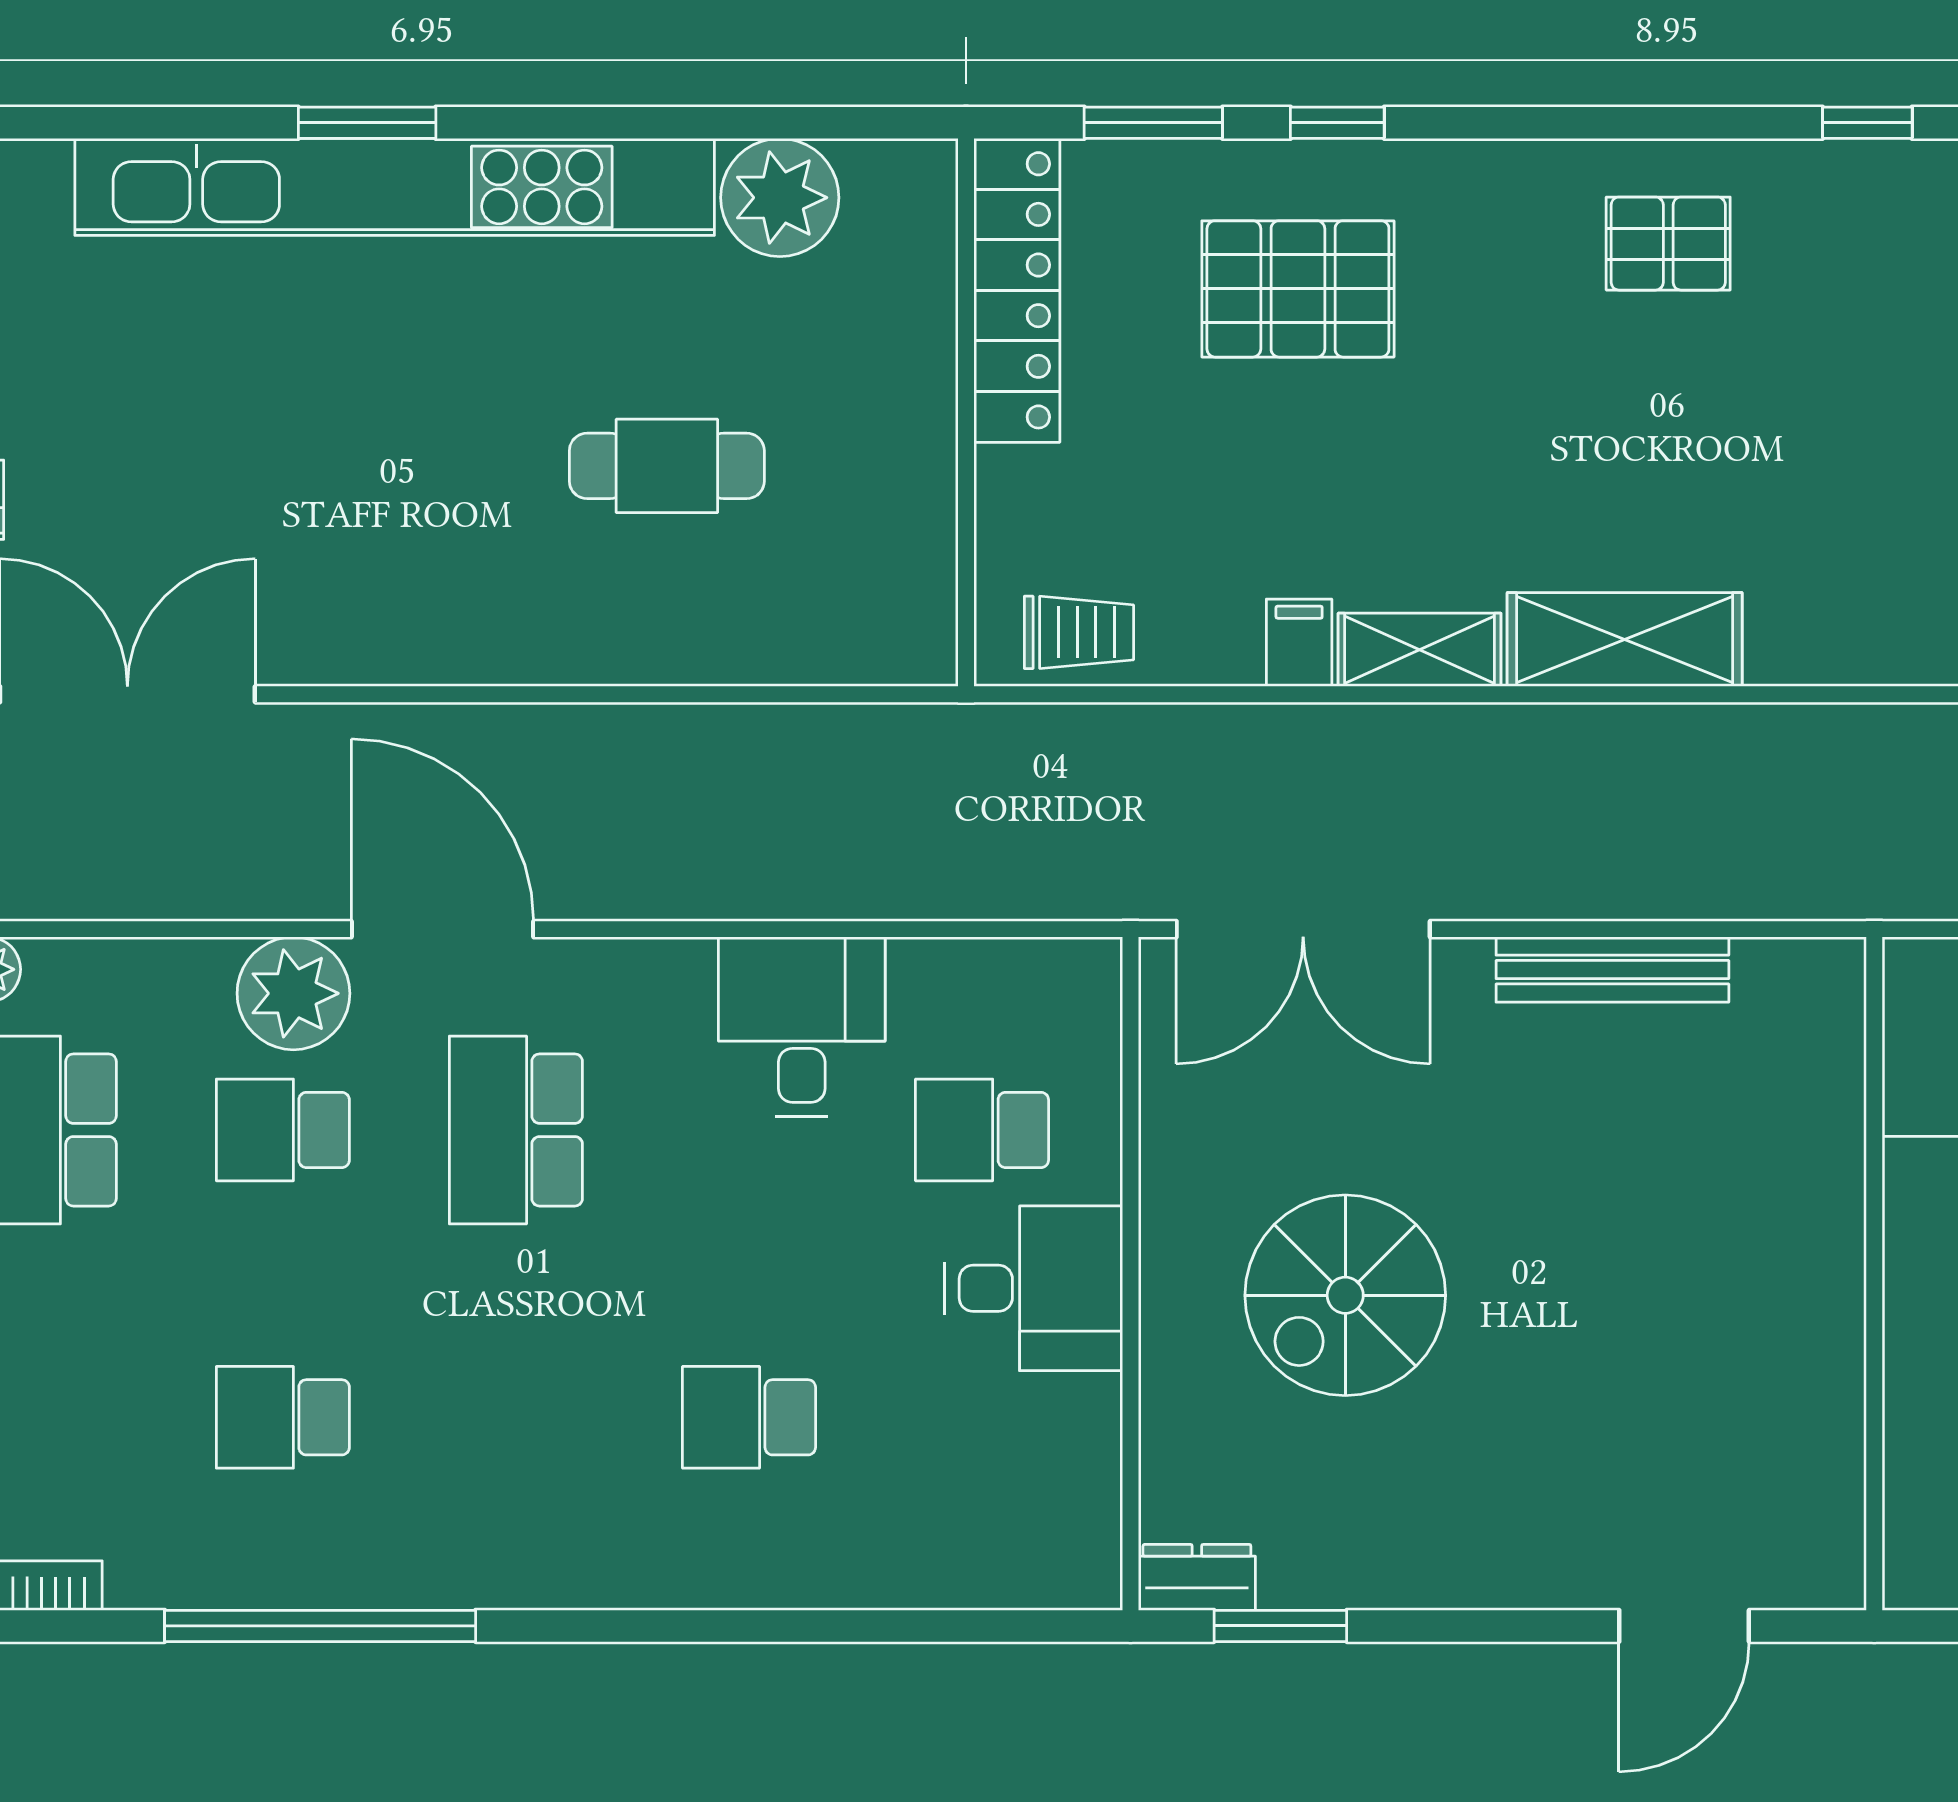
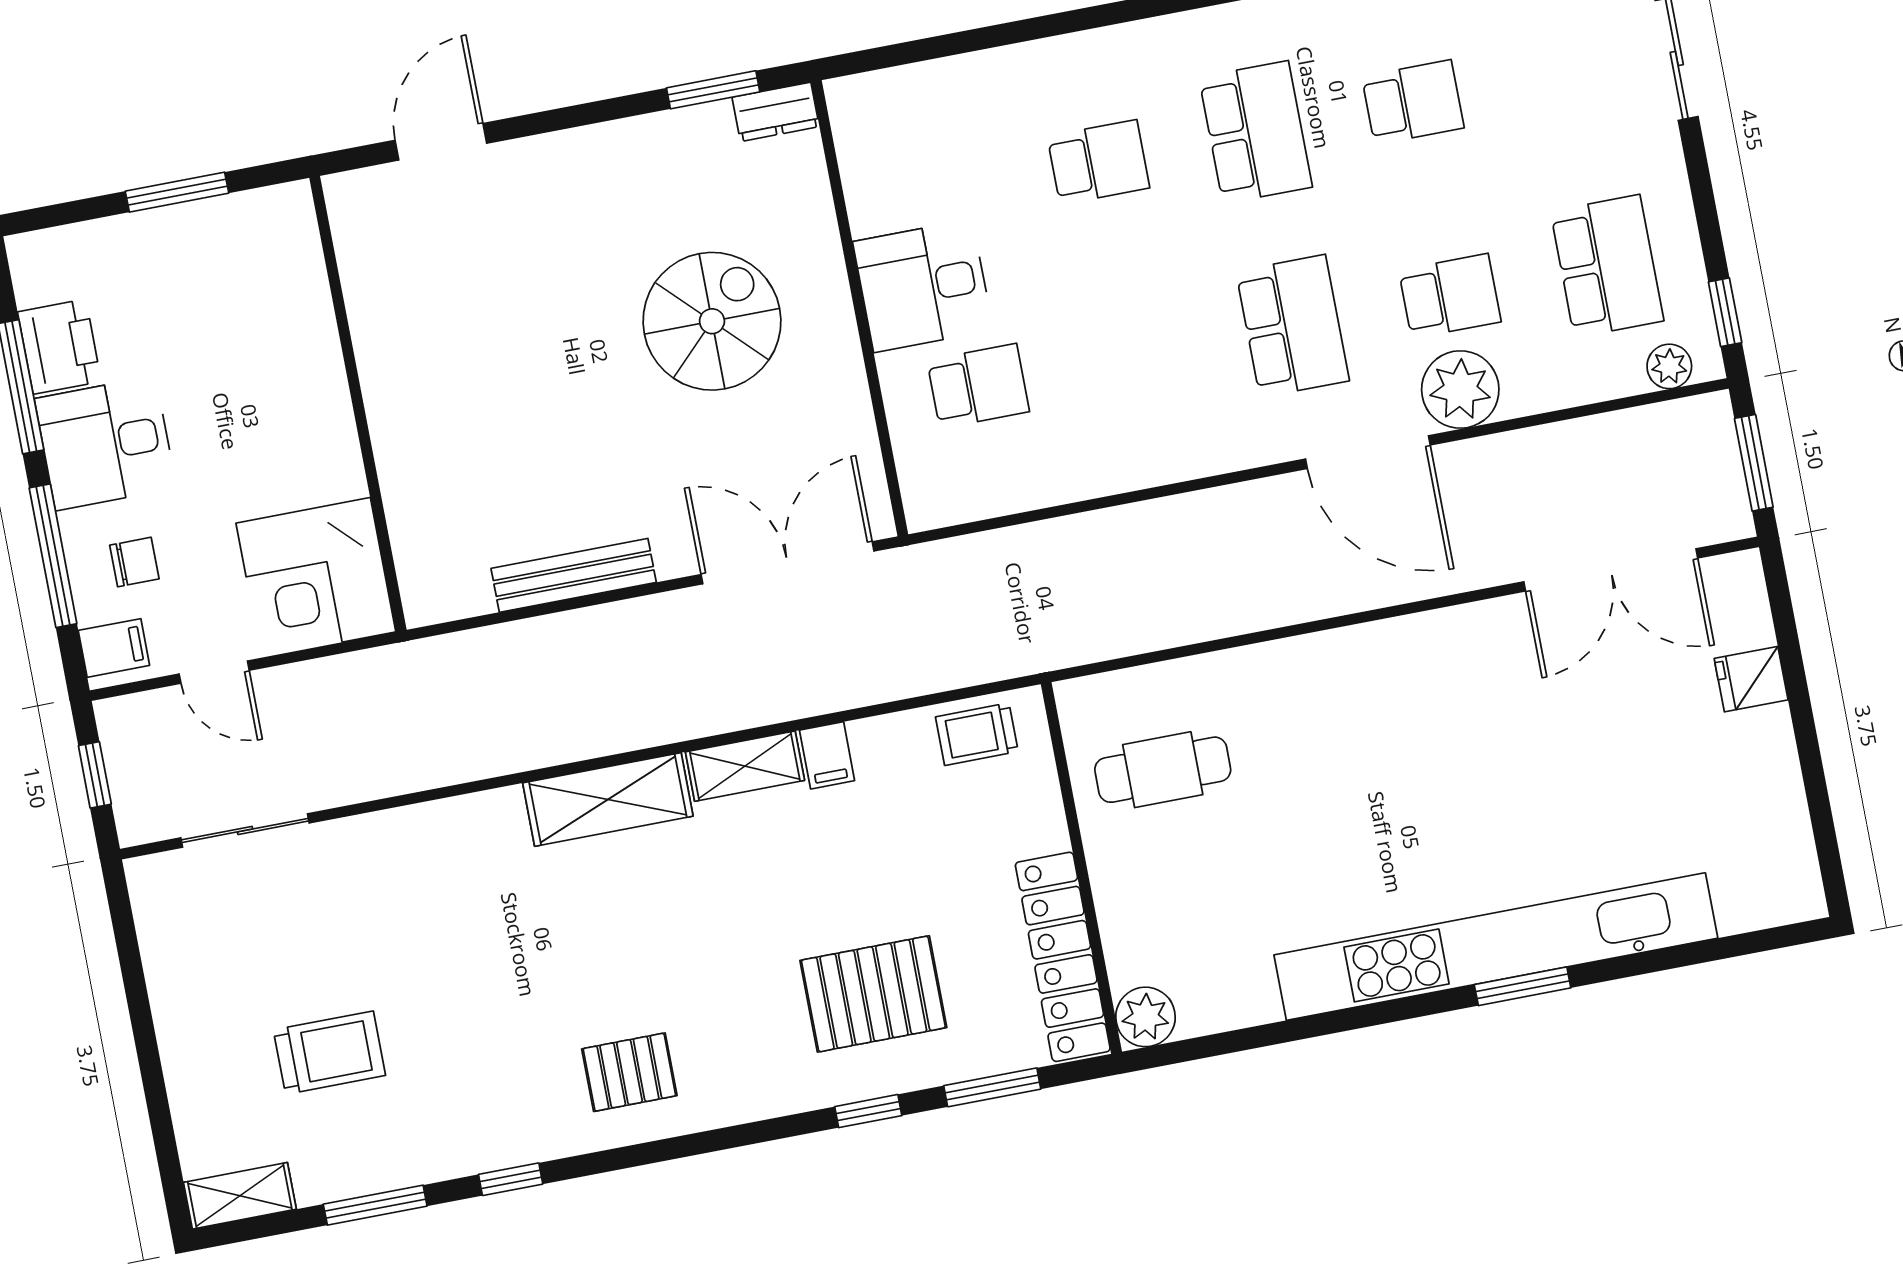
plant: (780, 198) -> (1145, 1017), moved, width x0.73, depth x0.73
cafe table: (667, 466) -> (1163, 770), moved
desk: (802, 1027) -> (1113, 432), removed
school desk: (516, 1417) -> (1256, 132), added

